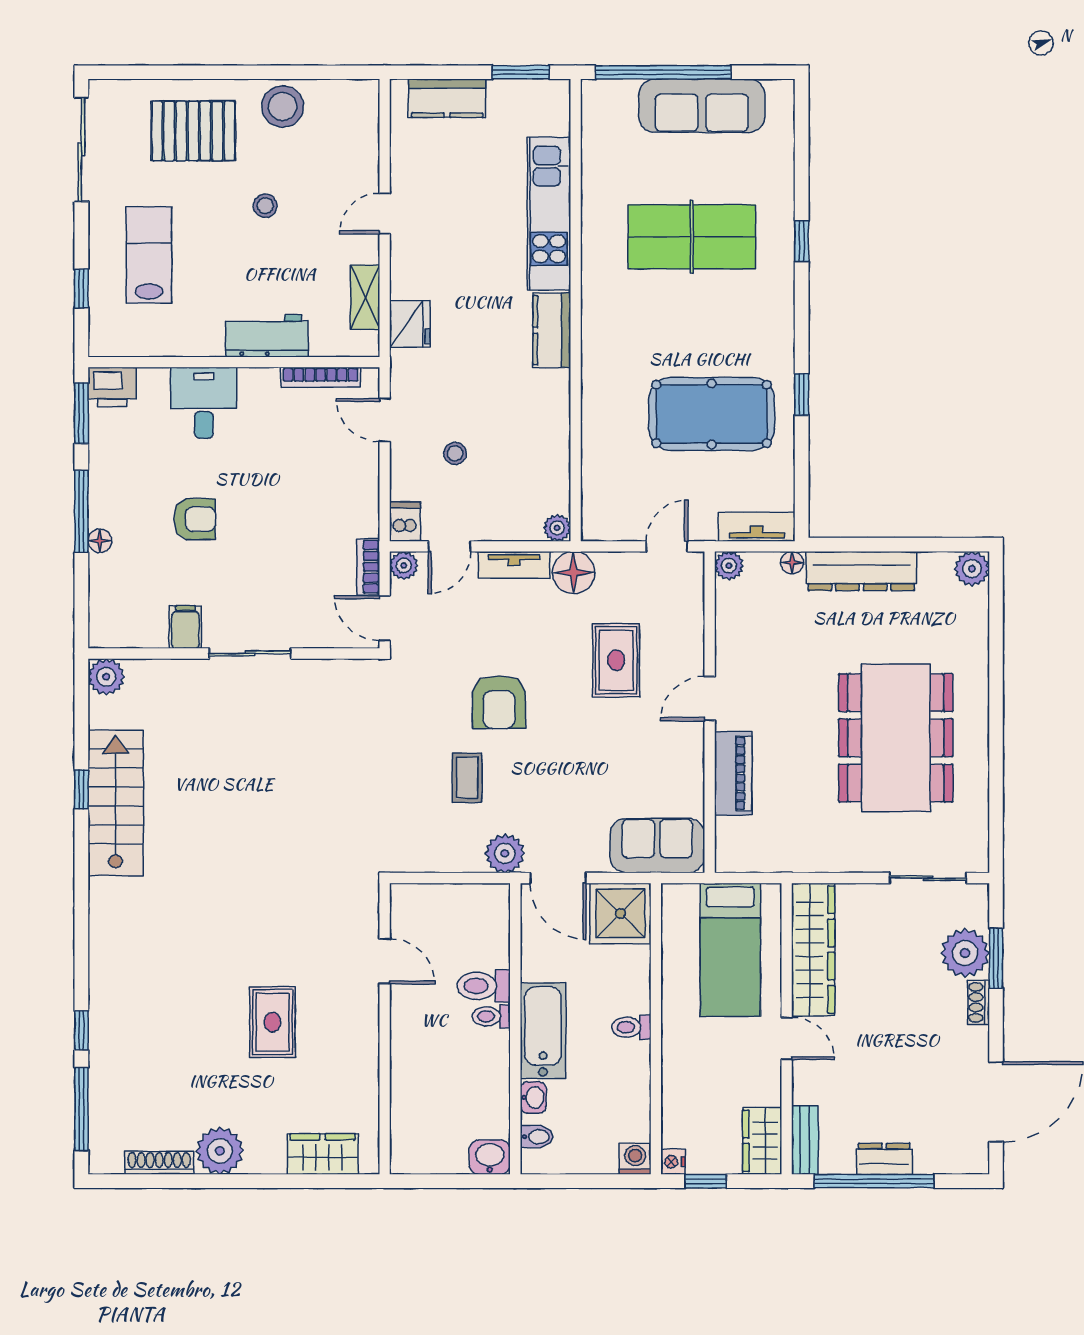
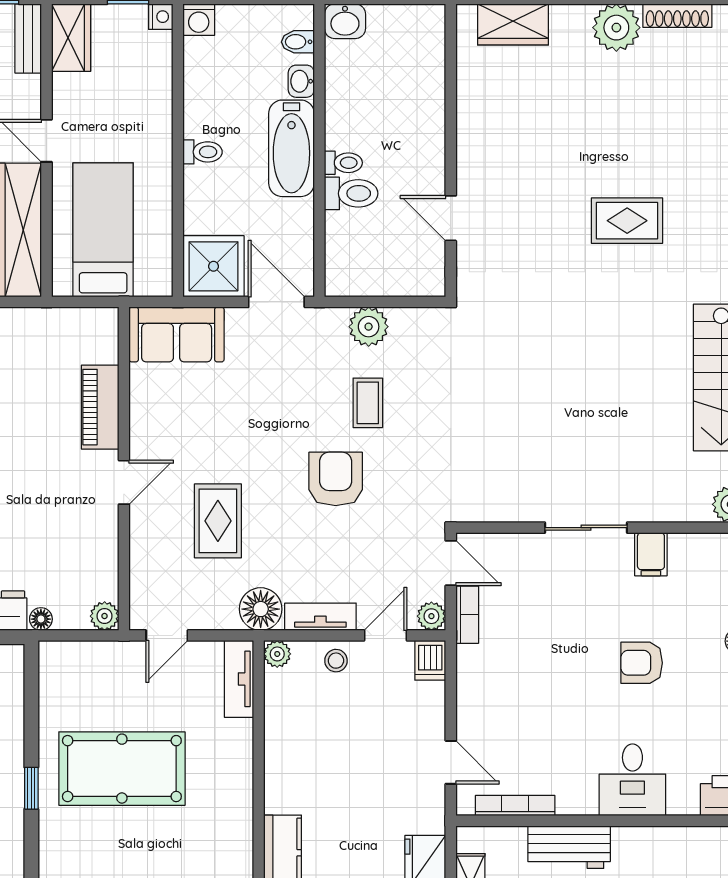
stool: (455, 453) -> (336, 661), moved
tv unit: (757, 527) -> (239, 679), moved, turned 90
plant: (505, 853) -> (369, 327), moved
rug: (273, 1022) -> (627, 221), moved, turned 90

